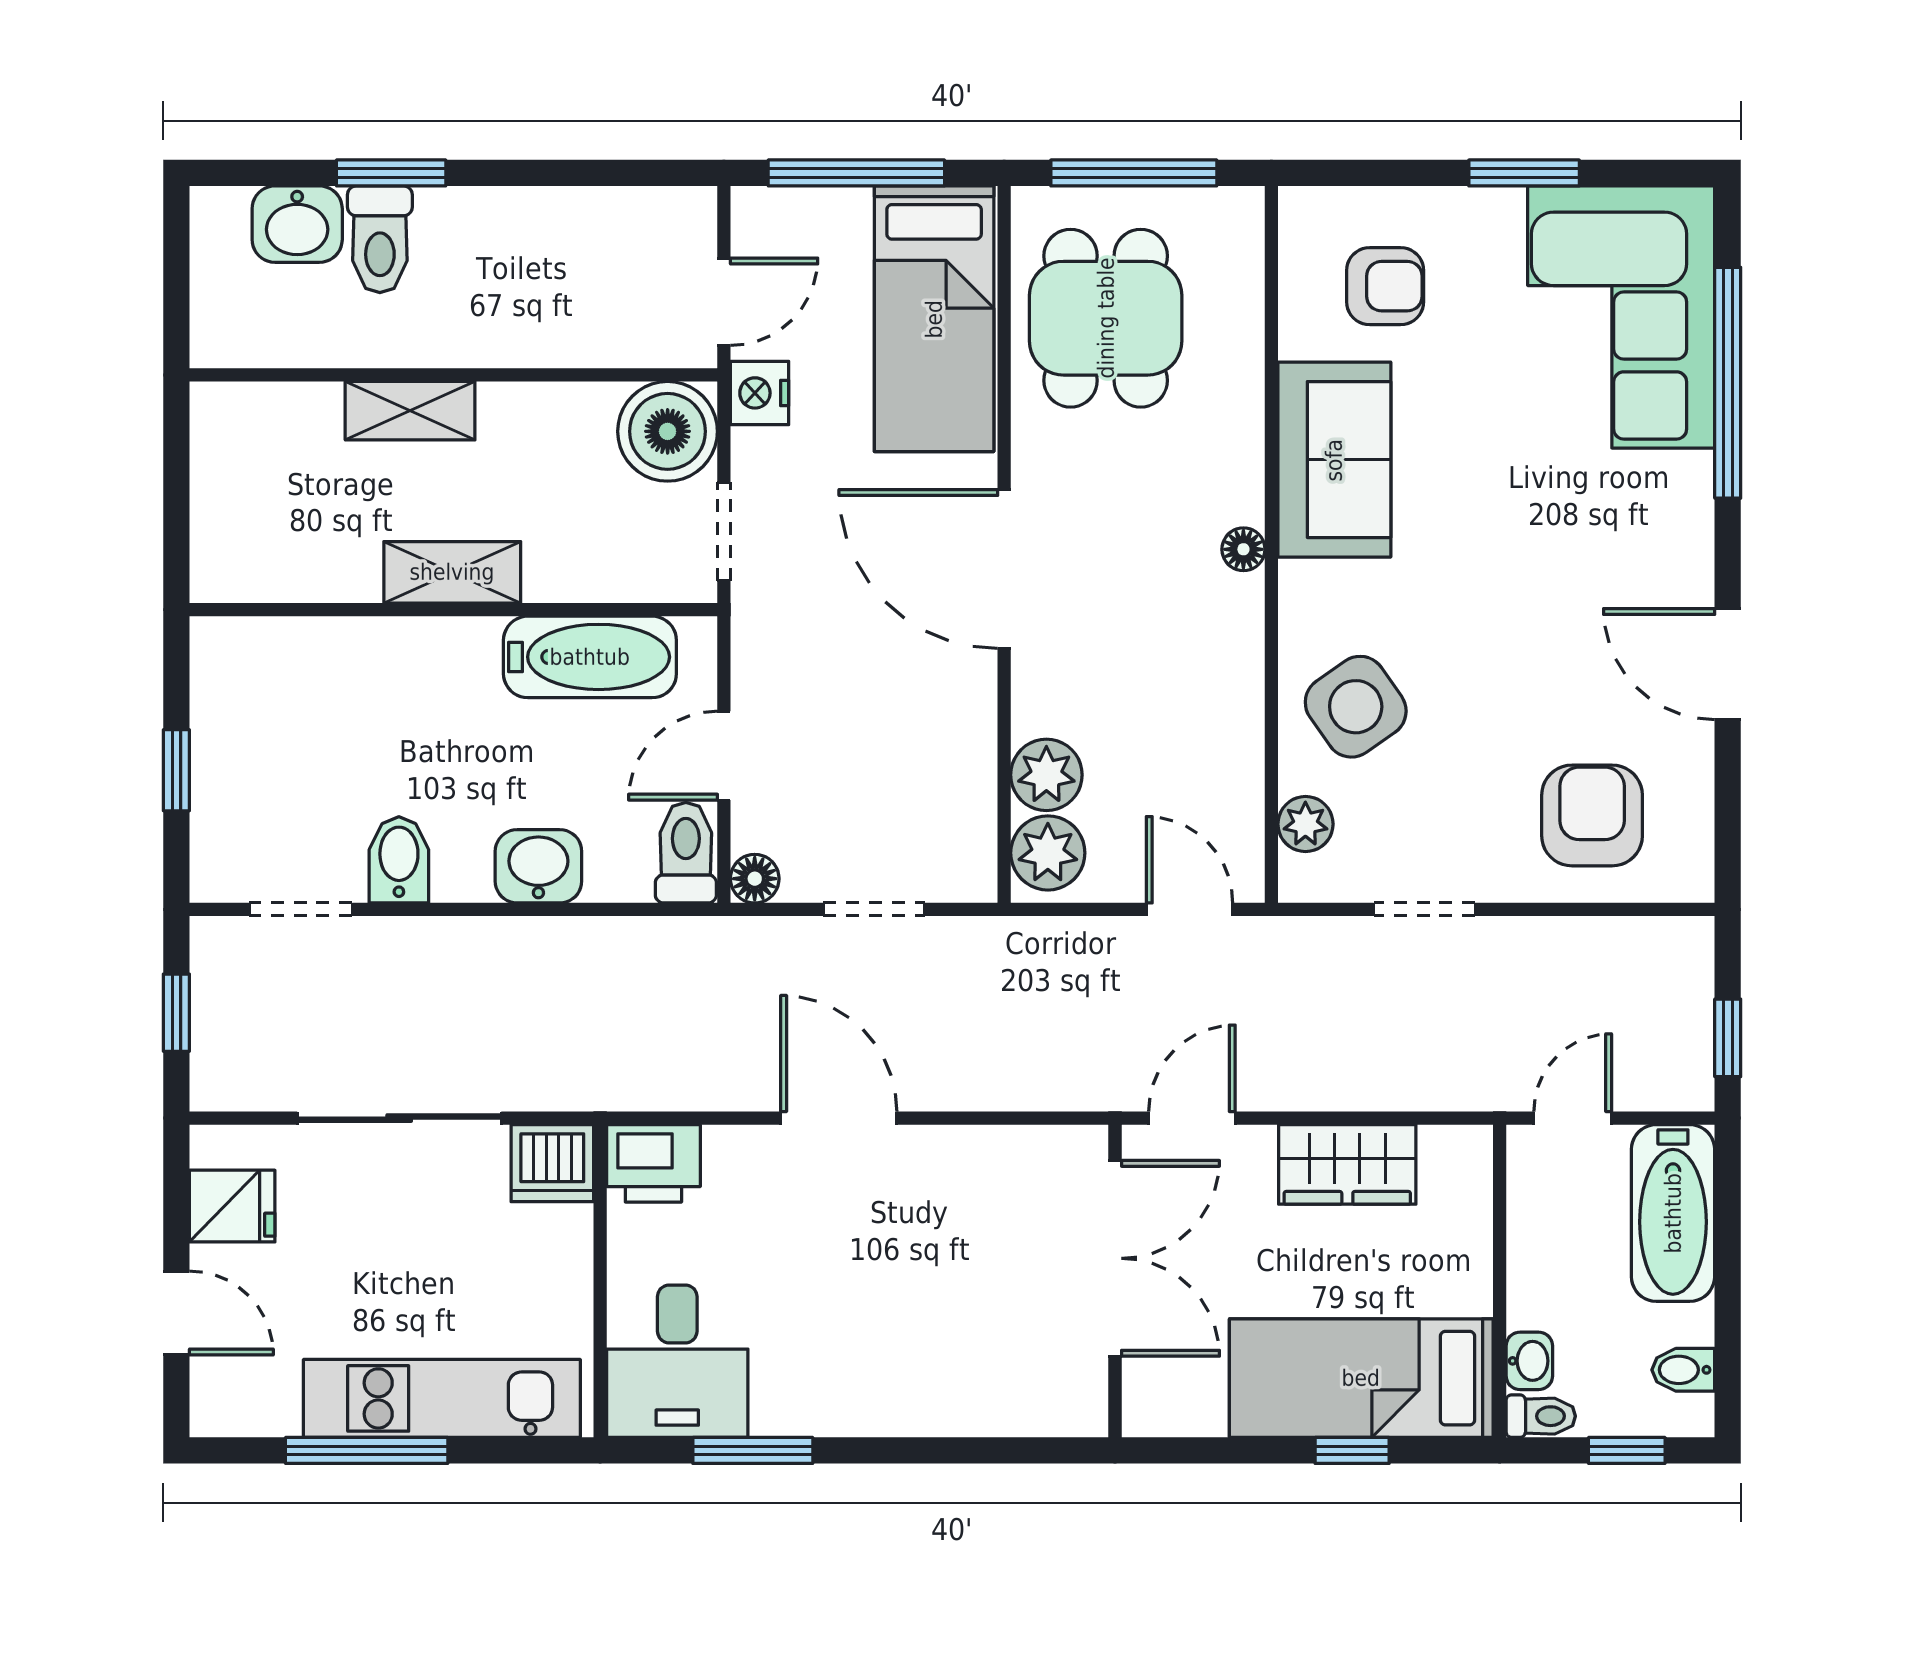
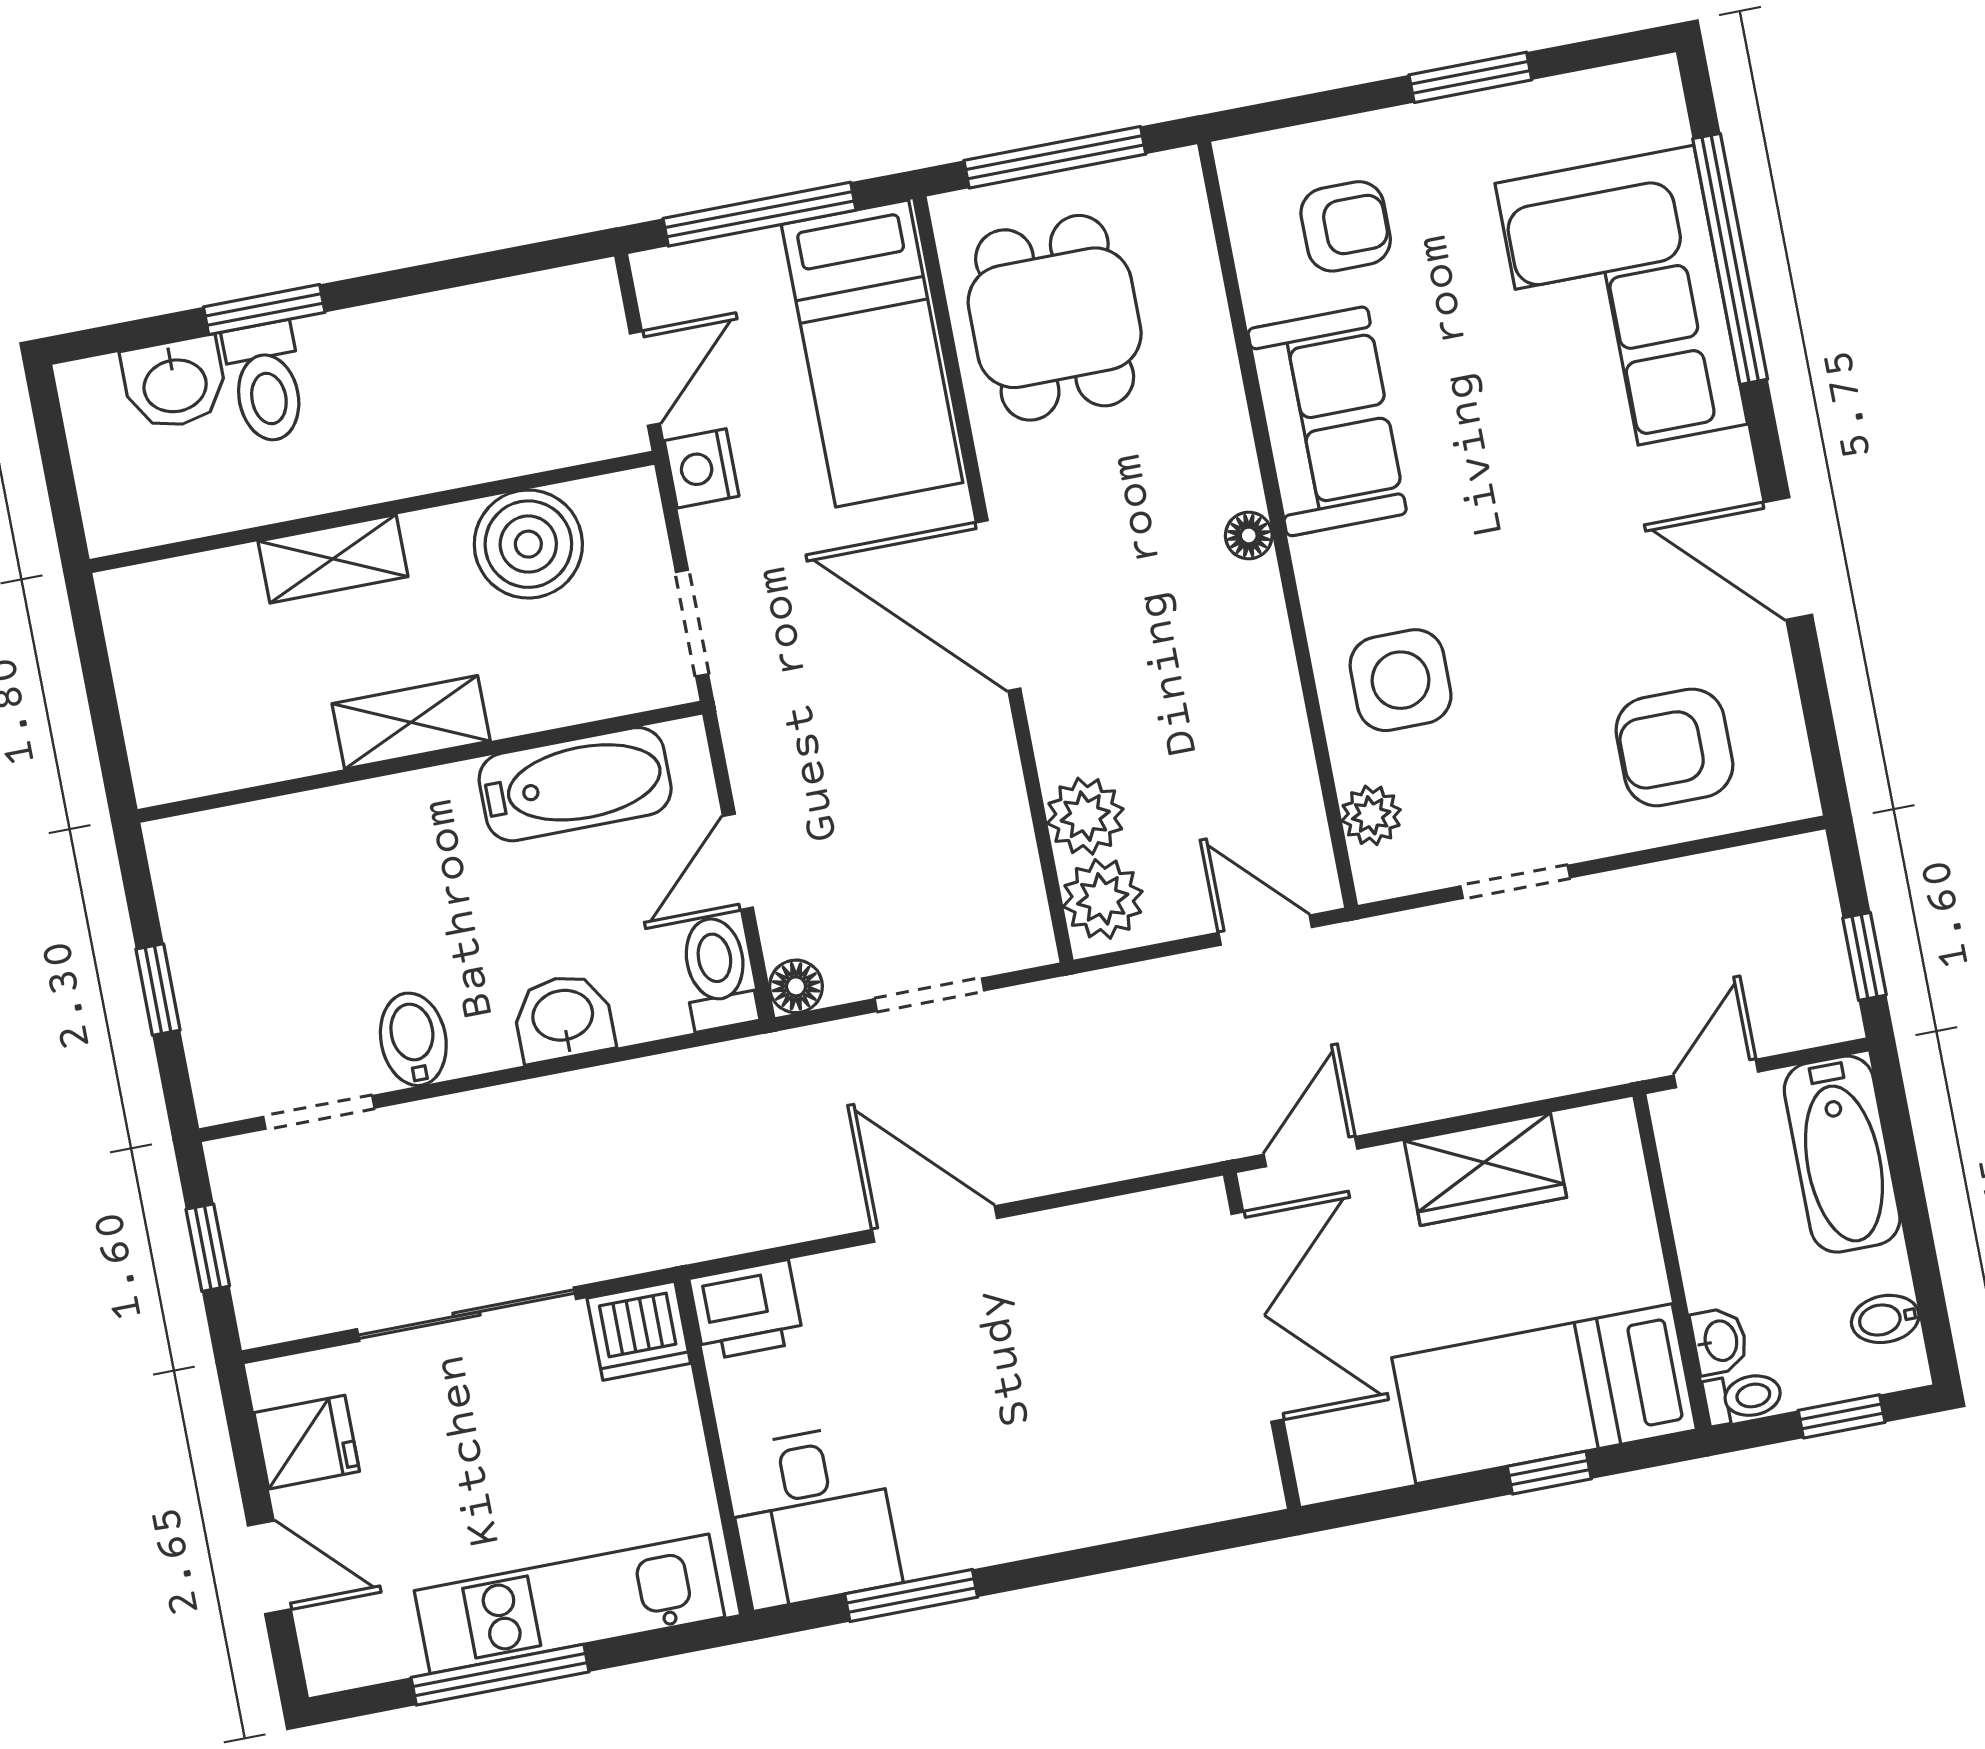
corner sofa: (1621, 317) -> (1621, 304), moved
boiler: (668, 431) -> (528, 544), moved
side table: (1356, 707) -> (1401, 680), turned 35
armchair: (1592, 815) -> (1674, 747), turned -90

